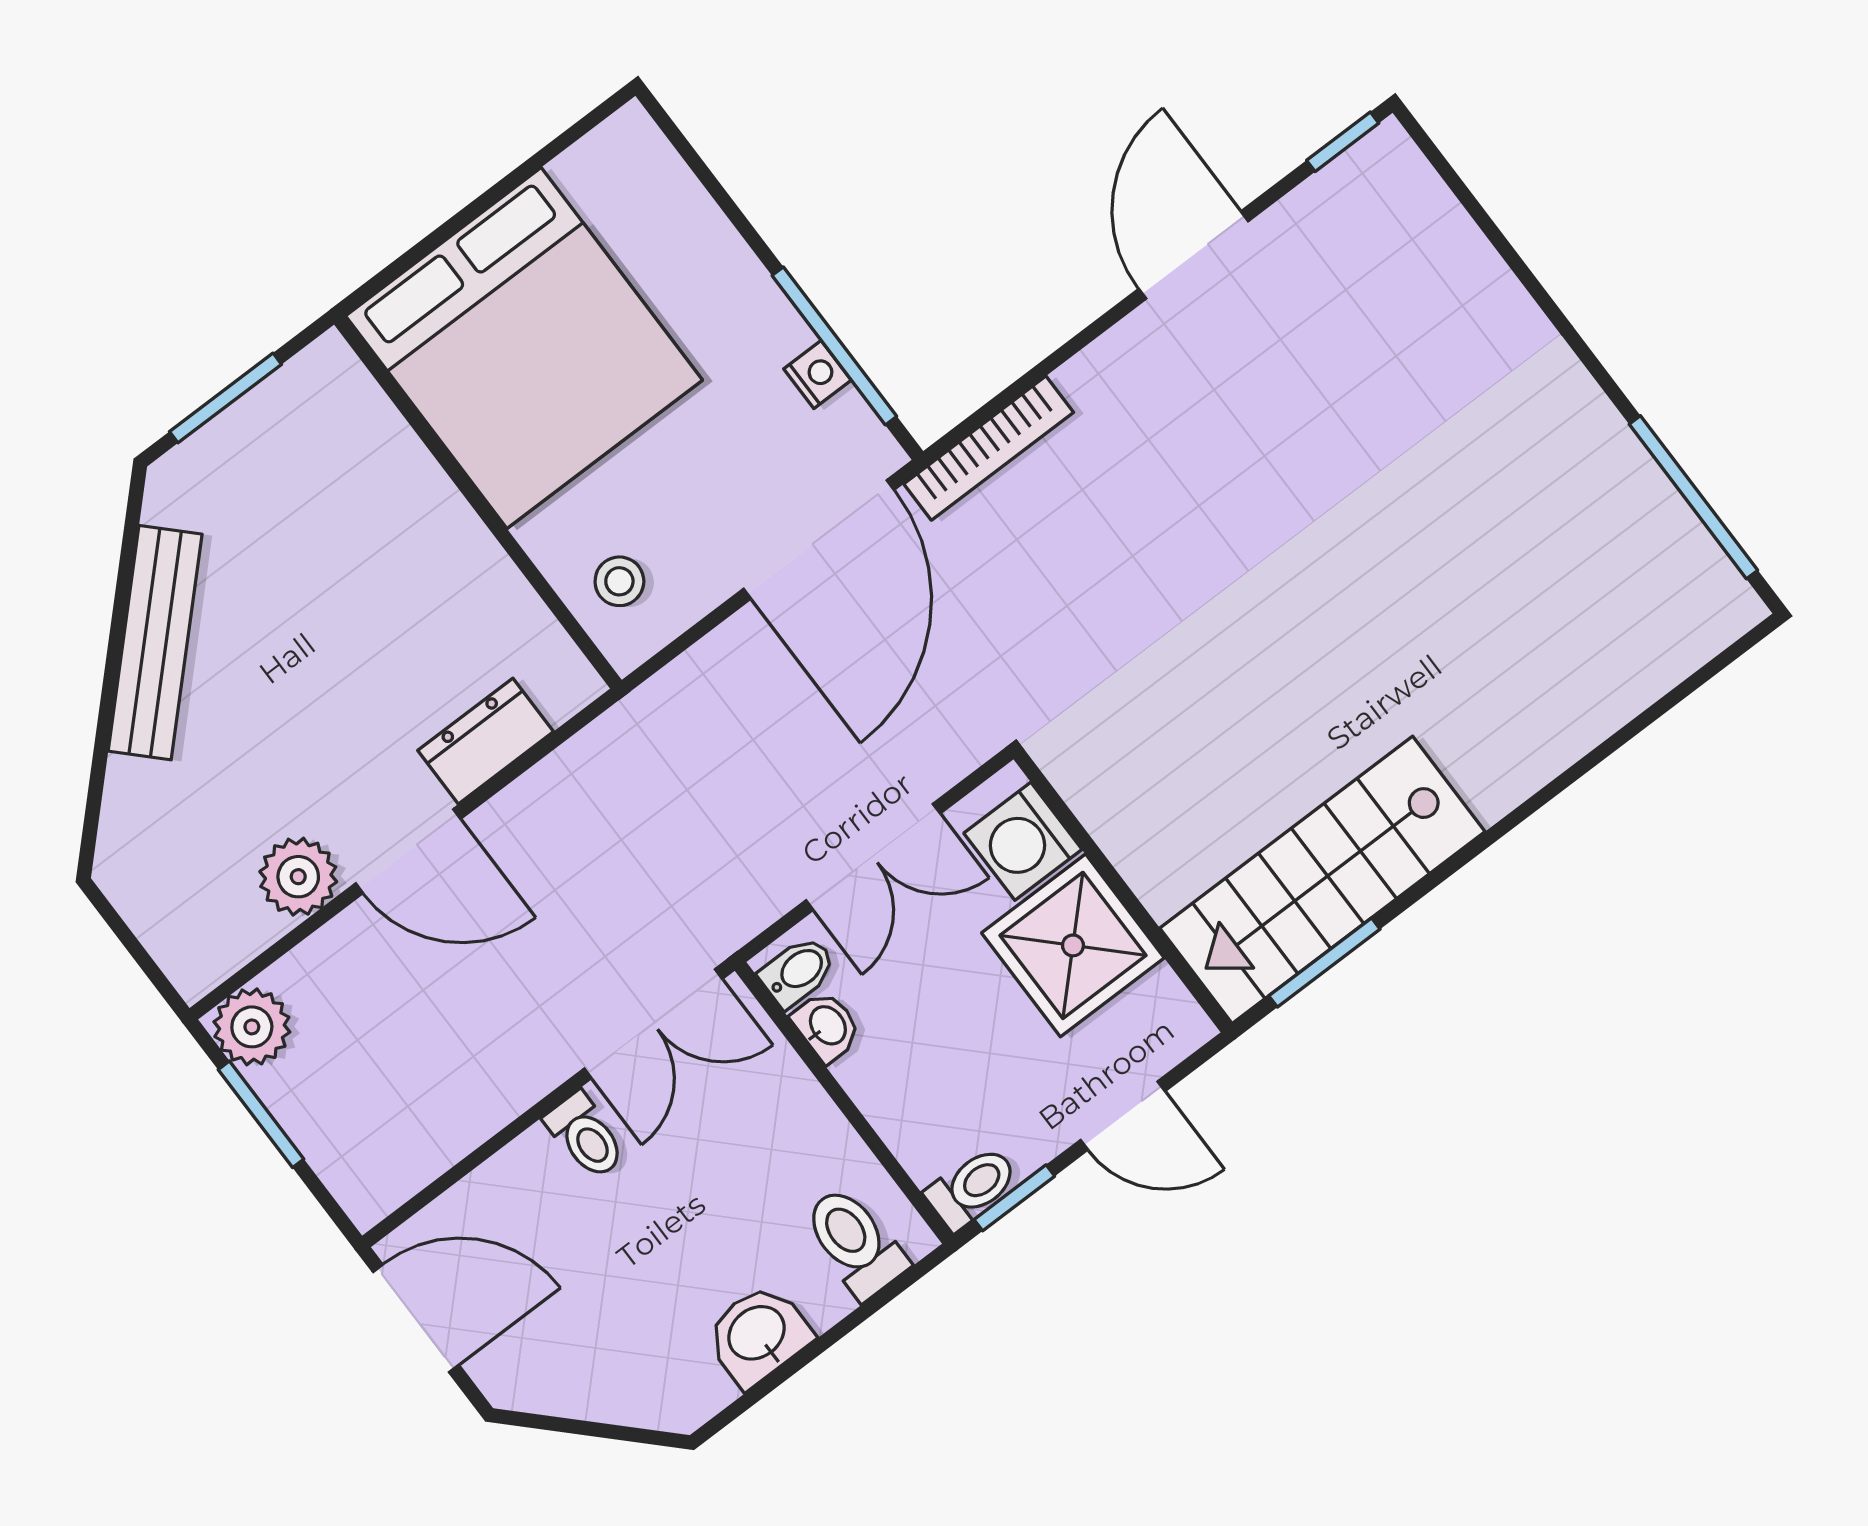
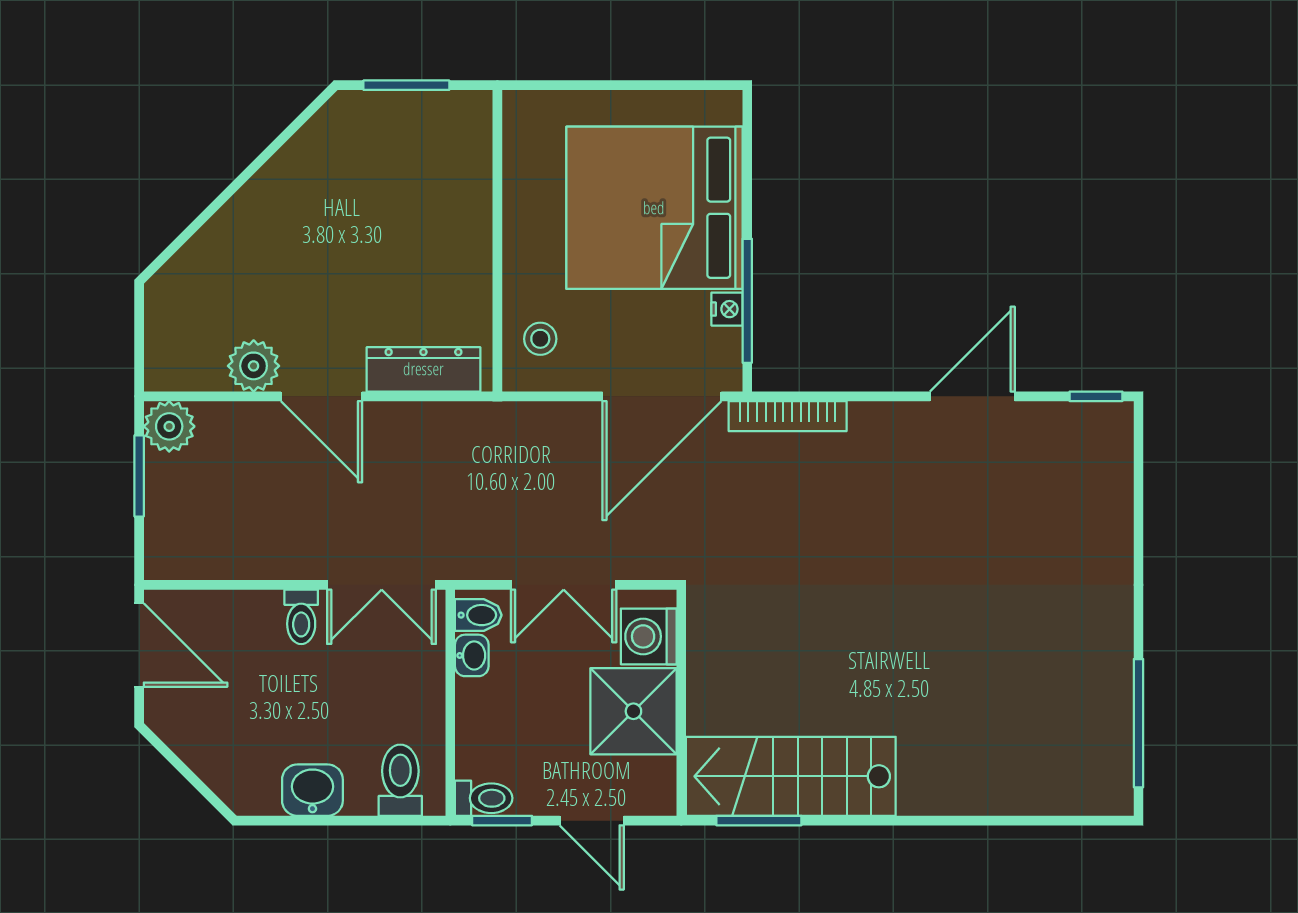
bed: (524, 348) -> (654, 208), moved, turned 90
bench: (155, 643) -> (272, 186), removed
dresser: (486, 741) -> (423, 369), width x1.44

